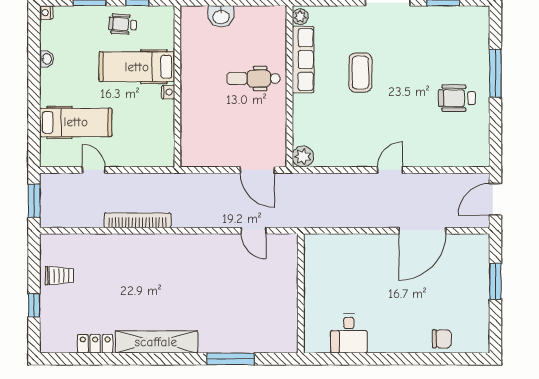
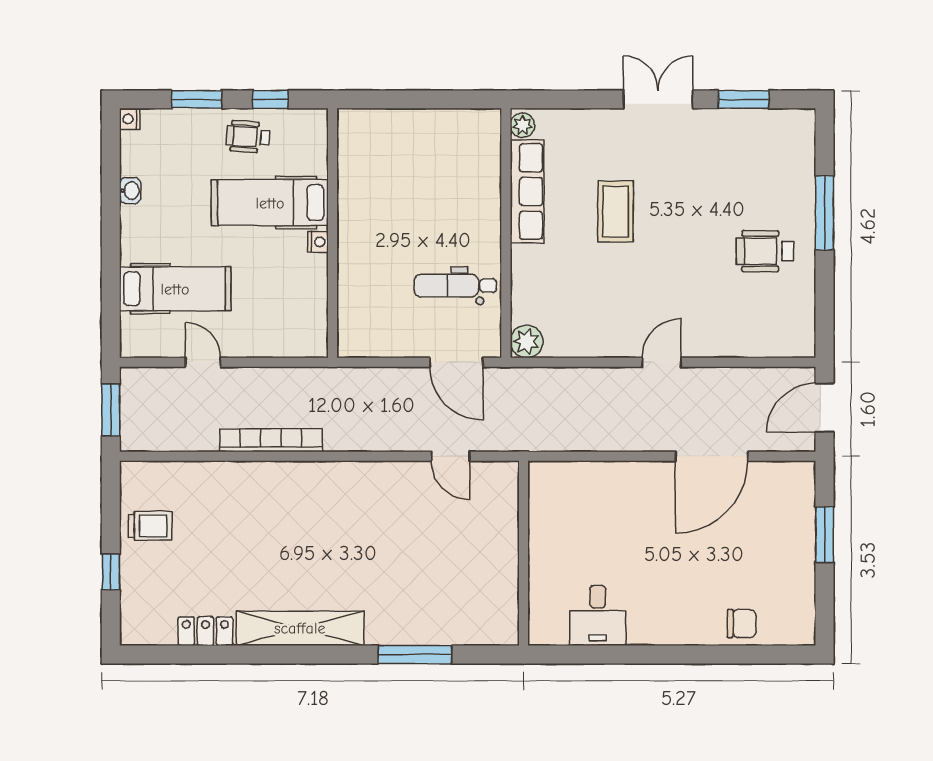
washbasin: (221, 16) -> (400, 125), removed
dental chair: (253, 78) -> (455, 286), moved

